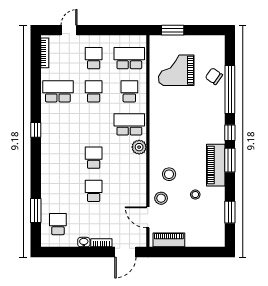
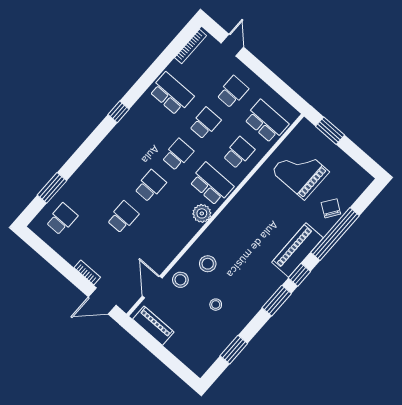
door: (69, 30) -> (232, 45), hinge flipped
school desk: (94, 124) -> (178, 155), added
piano: (216, 165) -> (297, 250), moved
washbasin: (84, 242) -> (71, 257), removed

